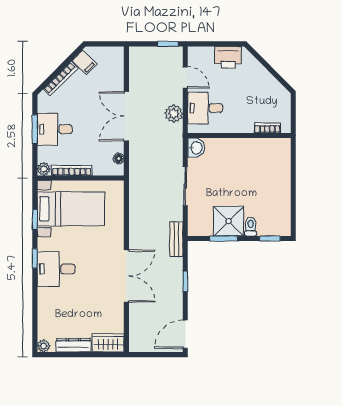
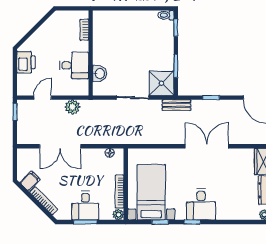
desk: (205, 108) -> (74, 65), moved, turned -90
double door: (126, 116) -> (60, 146), moved
washbasin: (196, 148) -> (100, 73), moved, turned 90
shower: (229, 221) -> (161, 83), moved
toilet: (251, 227) -> (166, 15), moved

